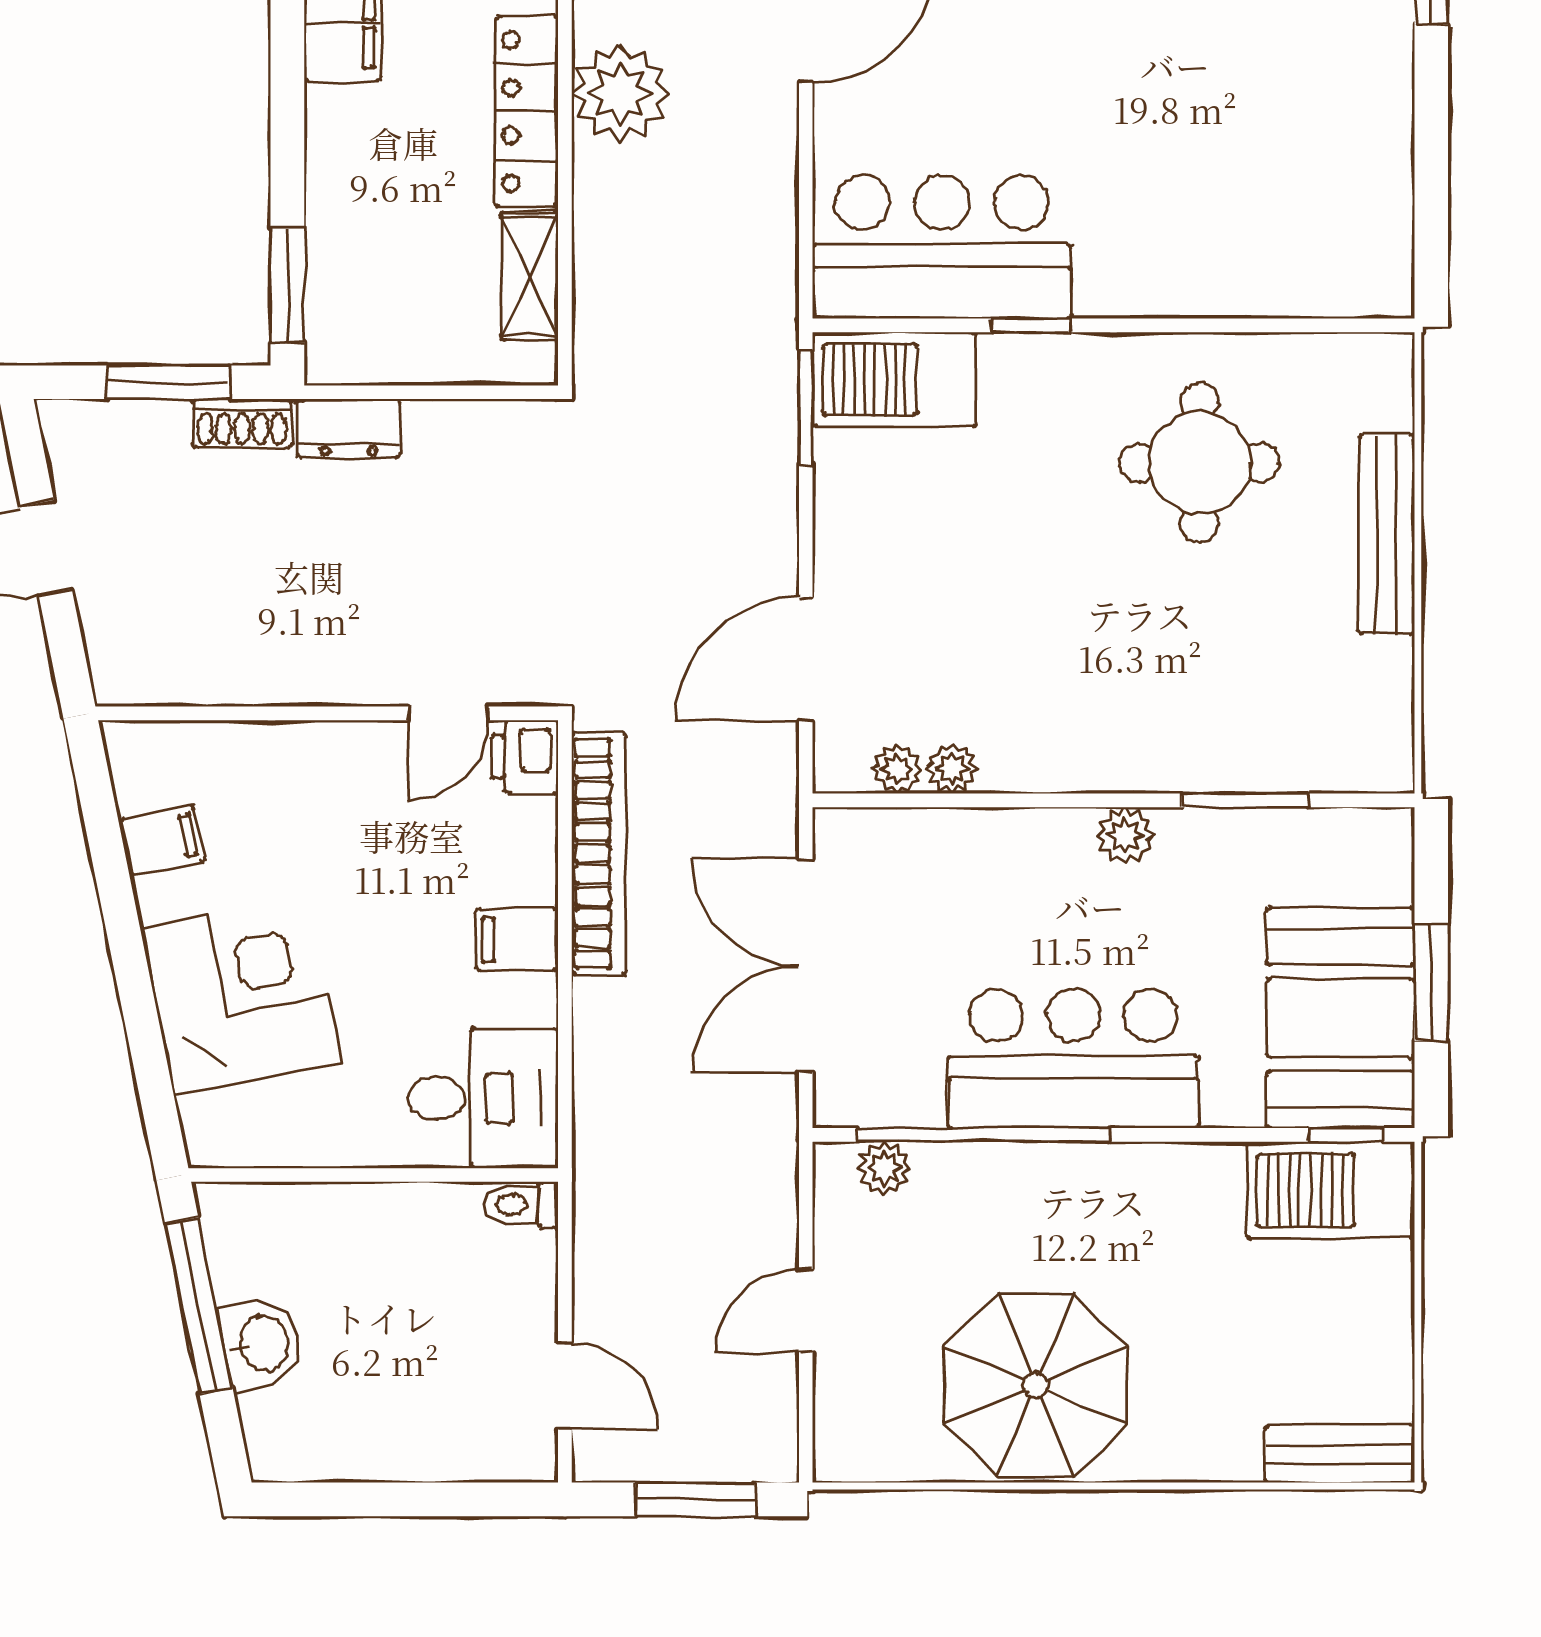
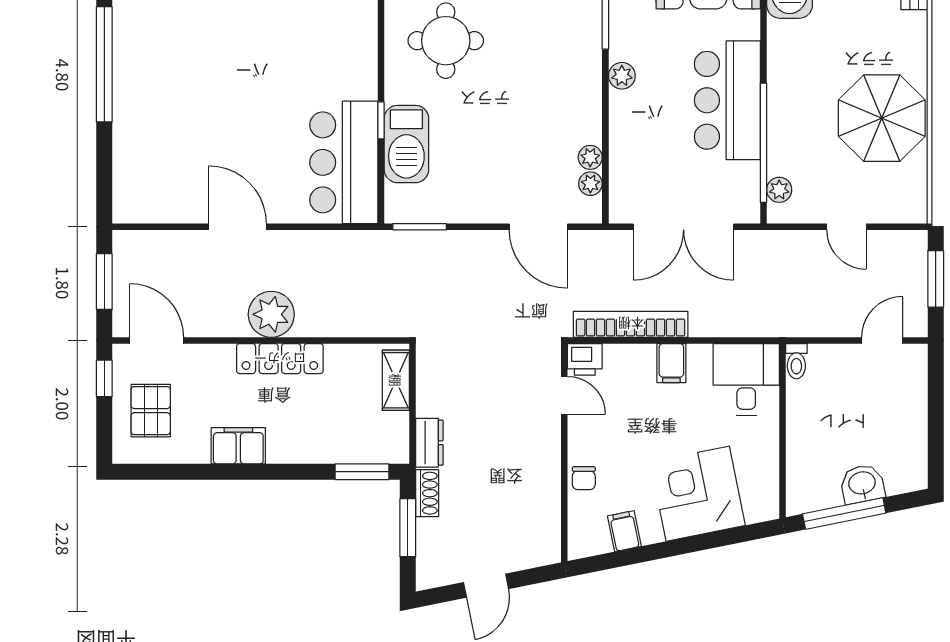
shelving: (530, 276) -> (396, 380), moved, turned 90
barbecue: (894, 379) -> (406, 144), moved
chair: (274, 755) -> (584, 478), added

